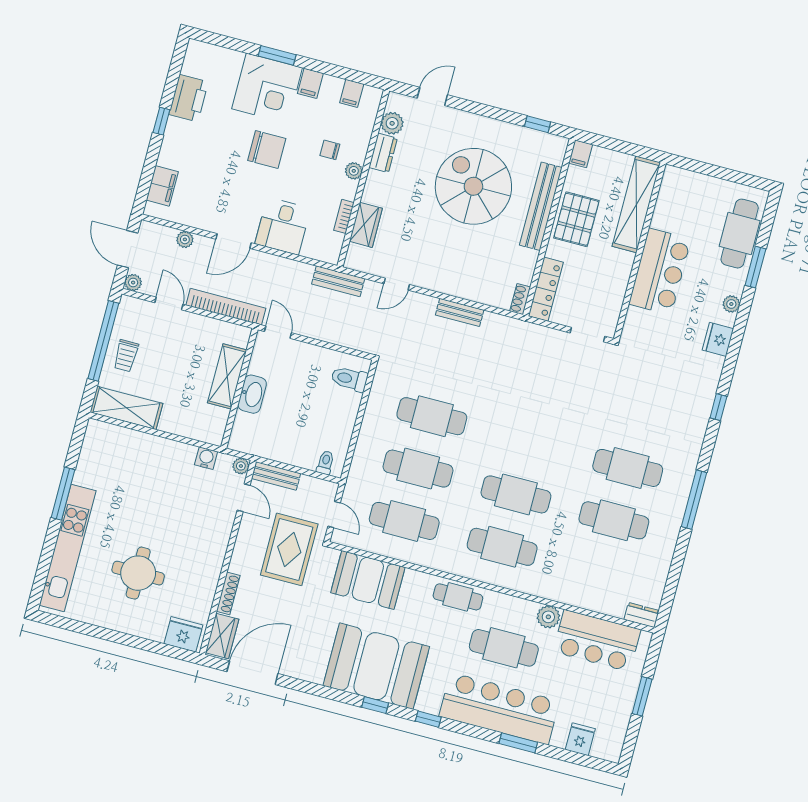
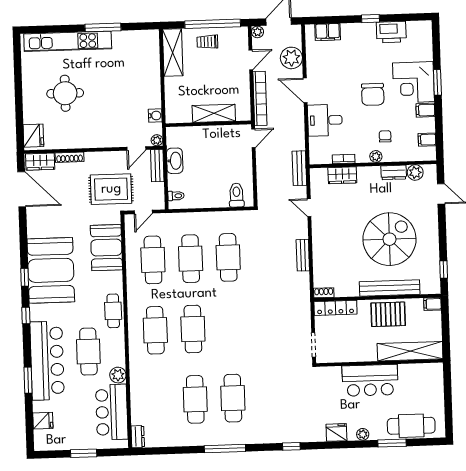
plant: (185, 239) -> (291, 58), width x1.88, depth x1.88
washbasin: (252, 394) -> (175, 161), moved, turned -90

